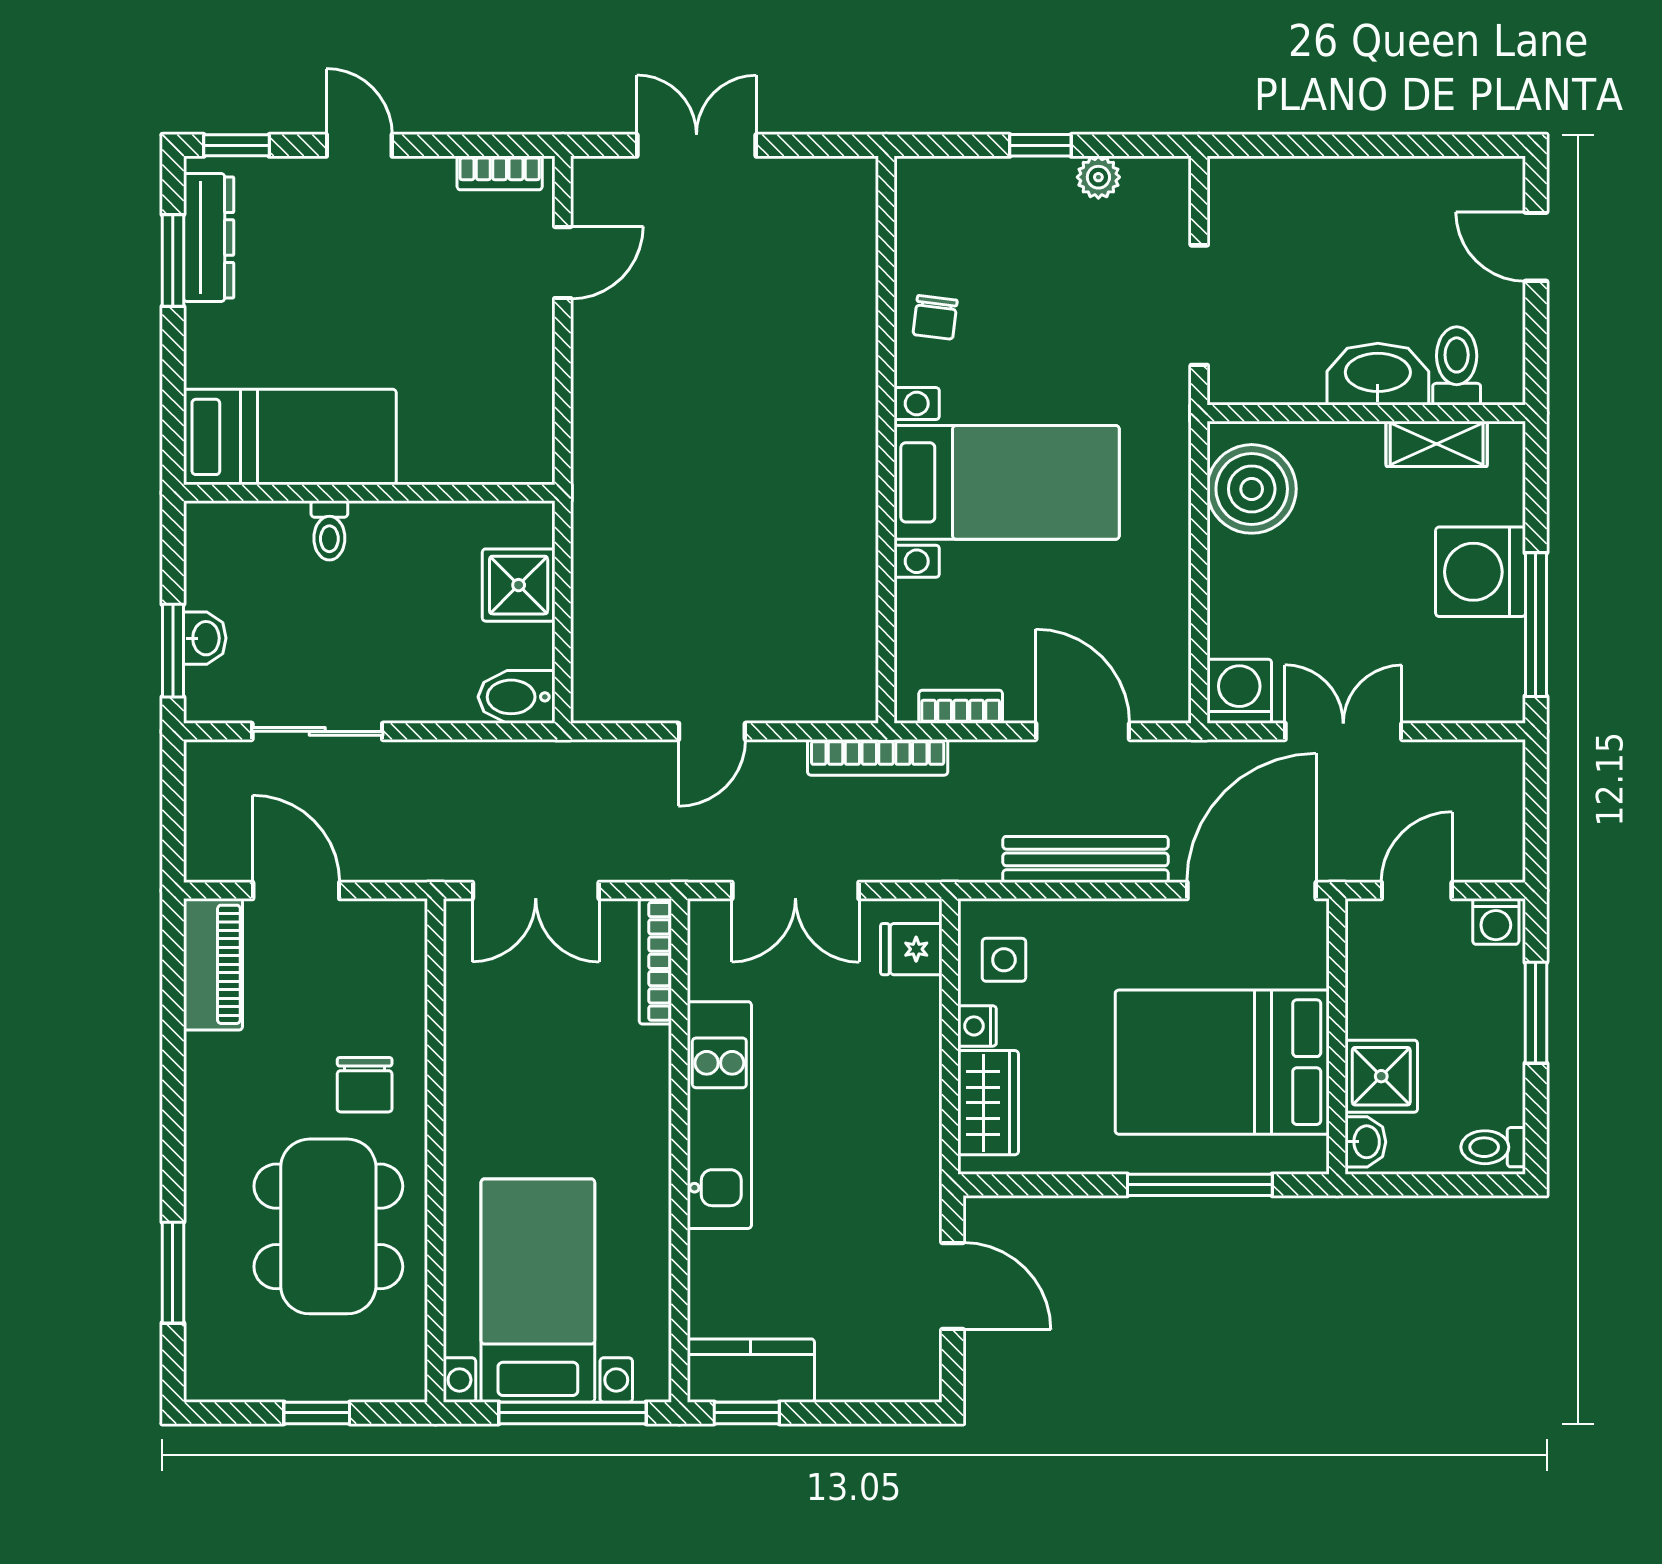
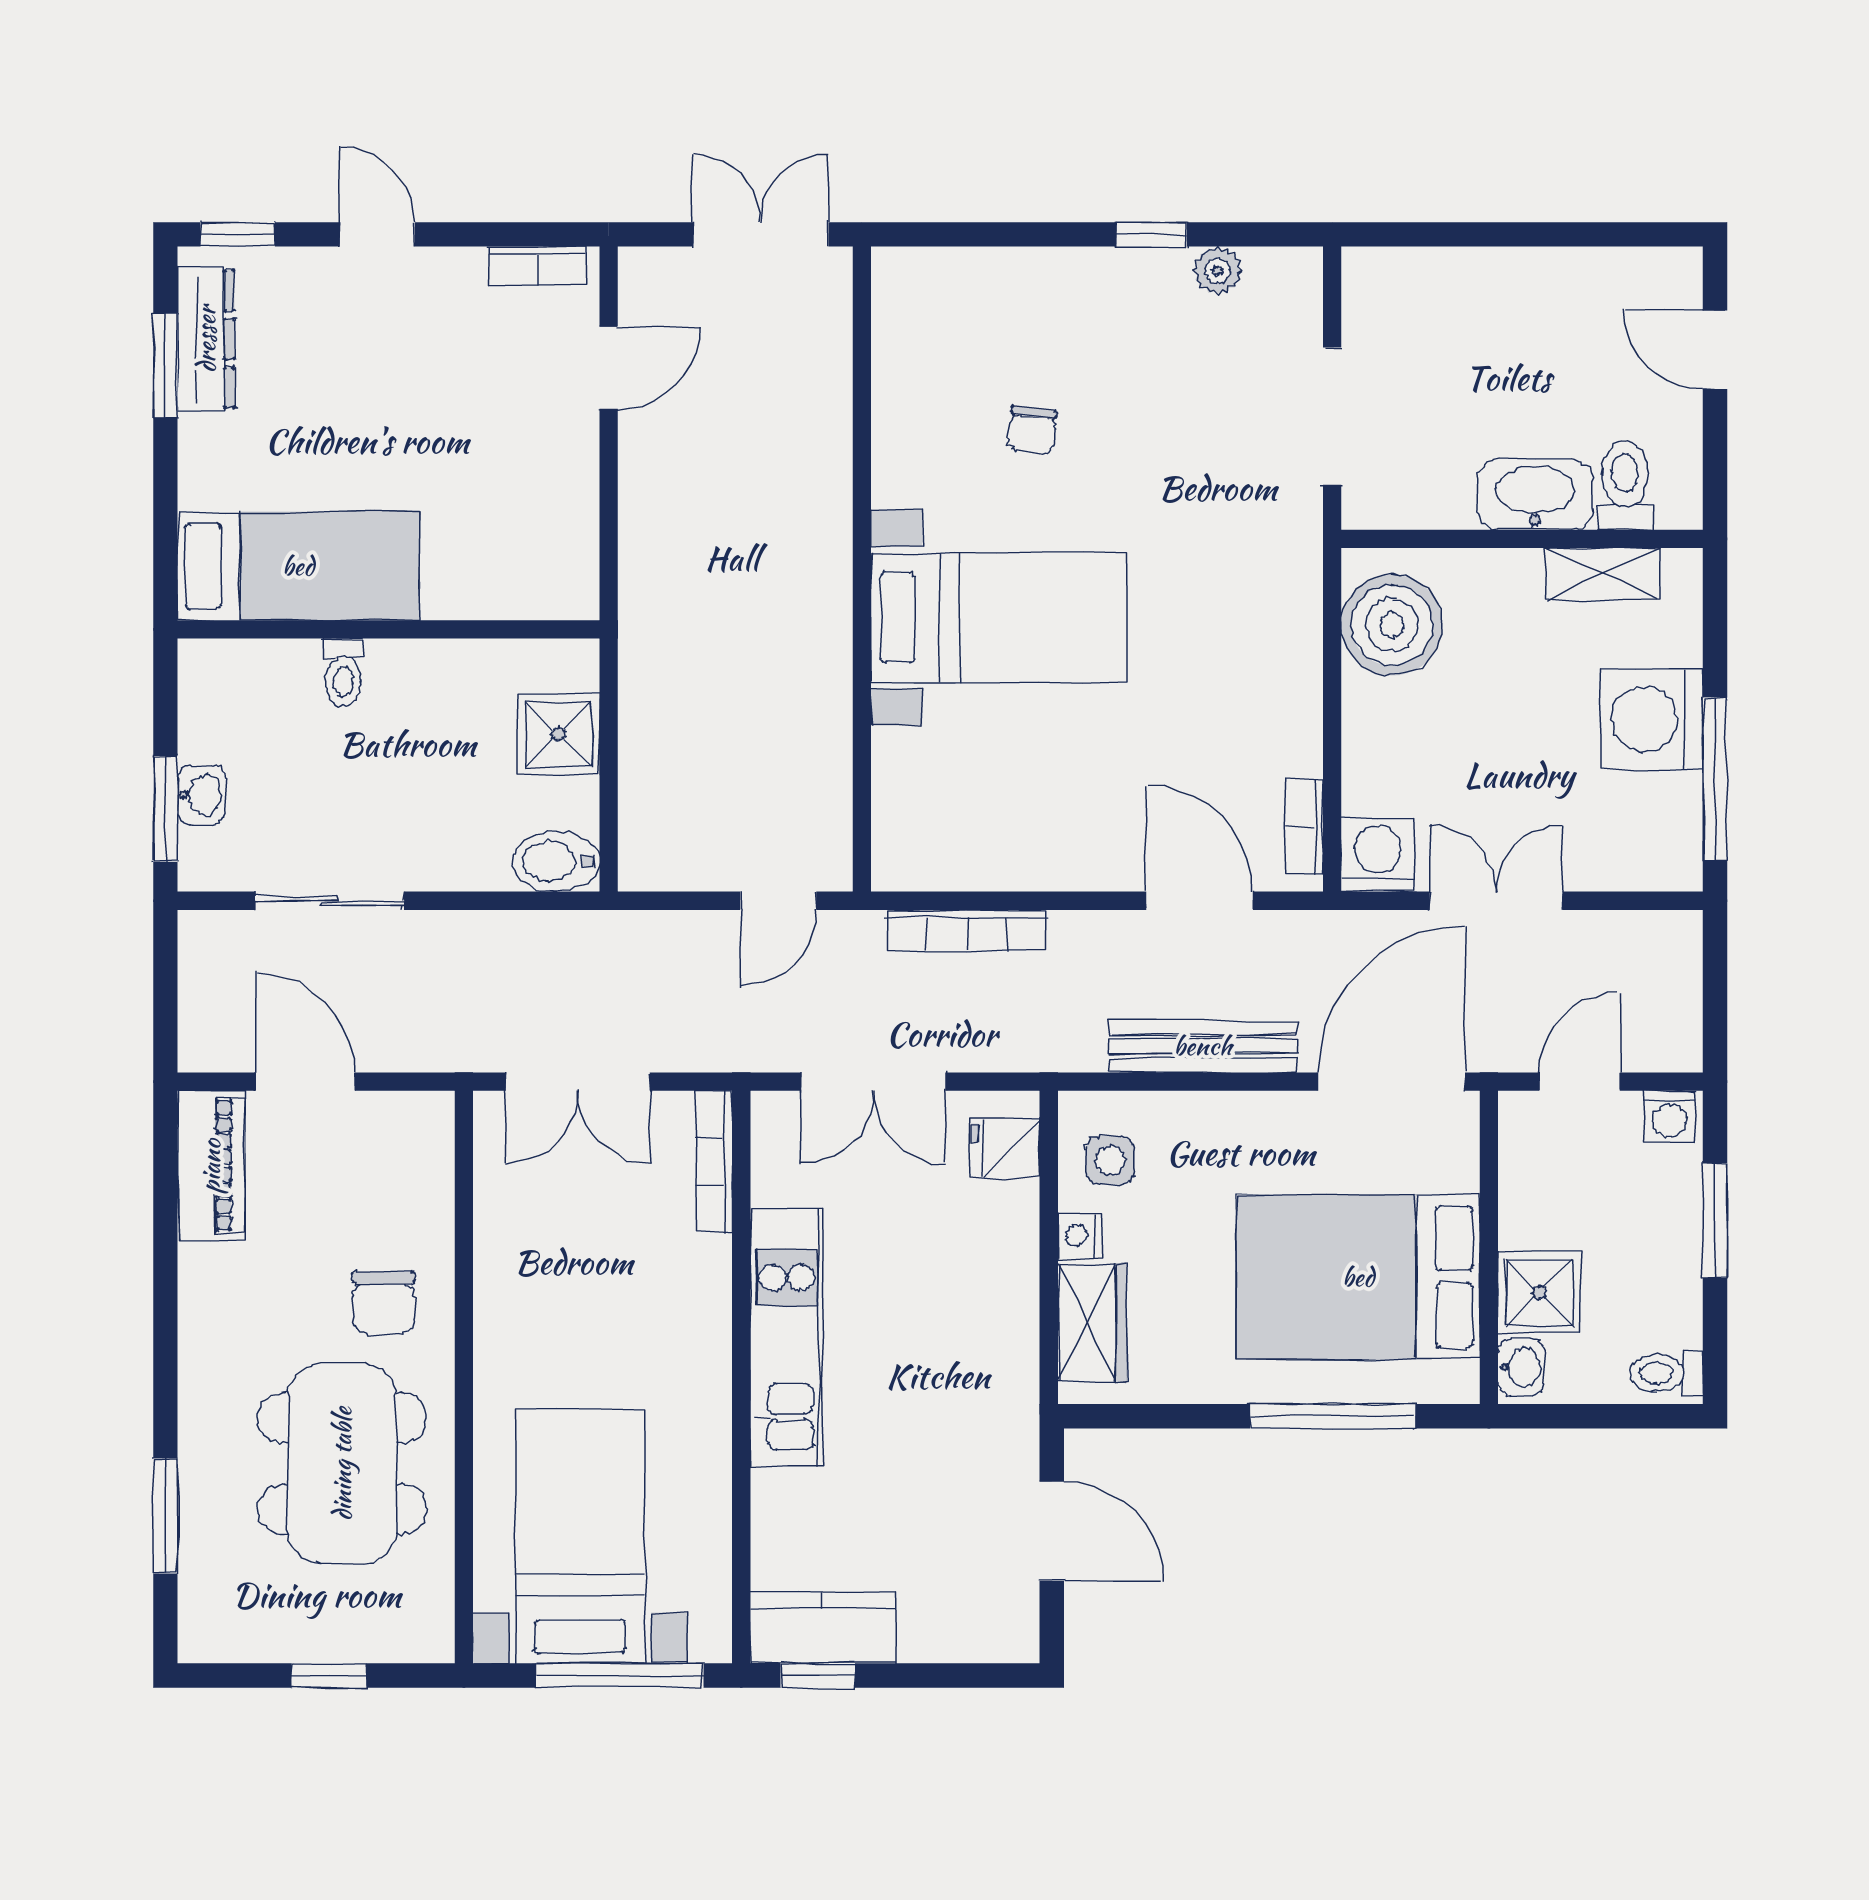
wall: (886, 440) -> (862, 569), moved
bed with nightstands: (1007, 482) -> (999, 618), moved
bookcase: (961, 707) -> (1304, 827), moved, turned -90

